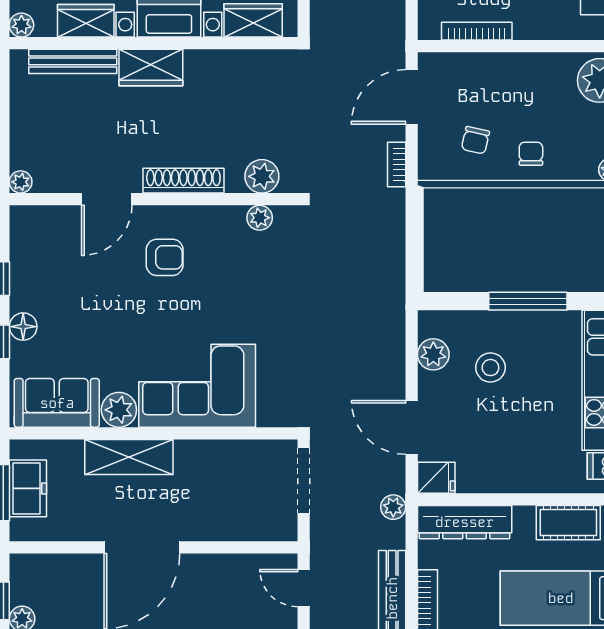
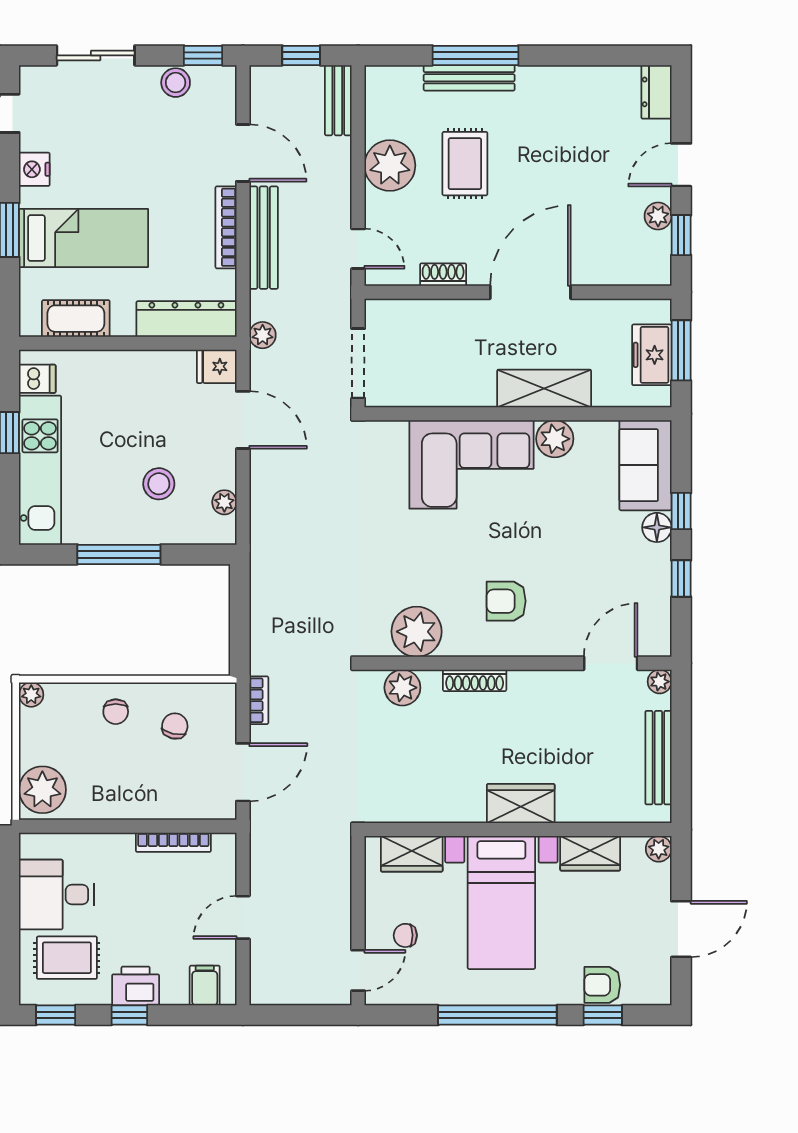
bench: (73, 61) -> (658, 758), moved, turned 90
shoe rack: (183, 181) -> (475, 680), width x0.74, depth x0.81
door: (107, 199) -> (611, 663), moved
plant: (260, 218) -> (417, 632), width x1.87, depth x1.87
plant: (433, 354) -> (224, 502), width x0.73, depth x0.73
sofa: (57, 403) -> (645, 465), moved, turned 90
shoe rack: (224, 564) -> (443, 275), added

